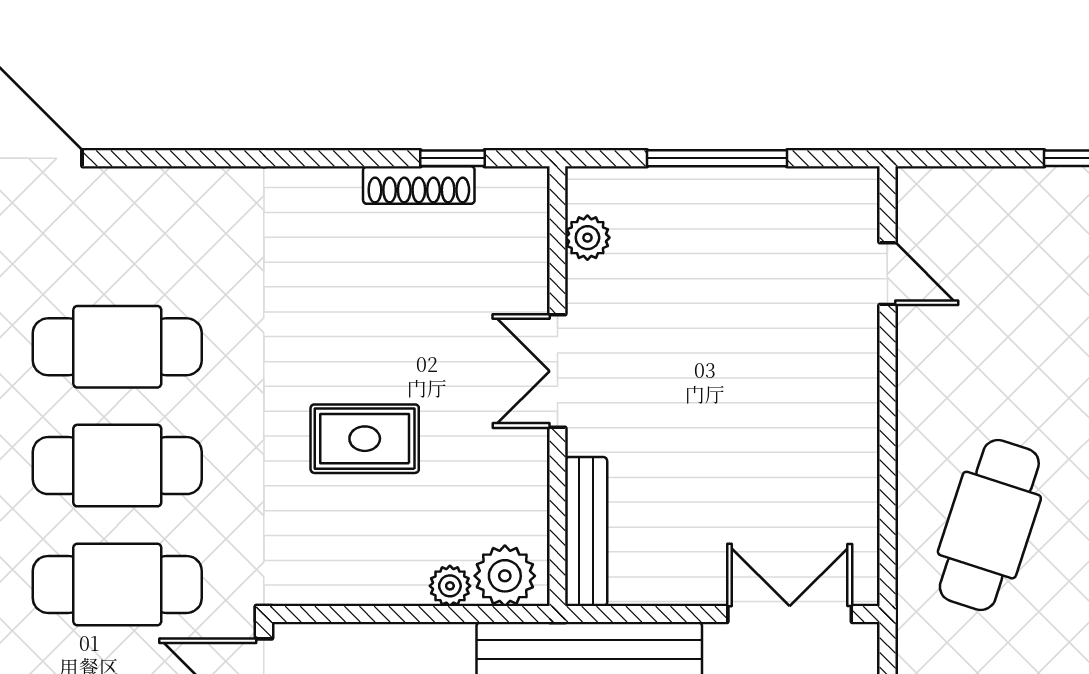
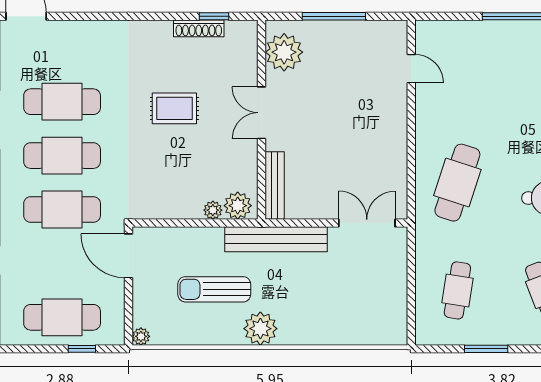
plant: (587, 238) -> (284, 52), width x1.87, depth x1.87
rug: (365, 439) -> (174, 108), moved

